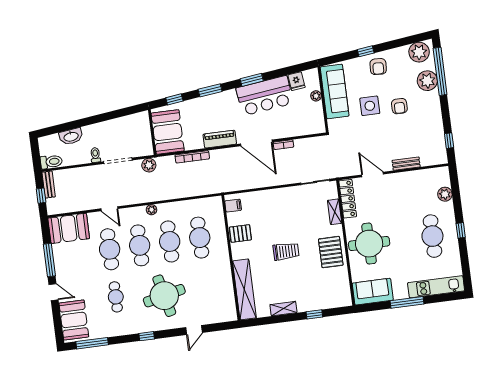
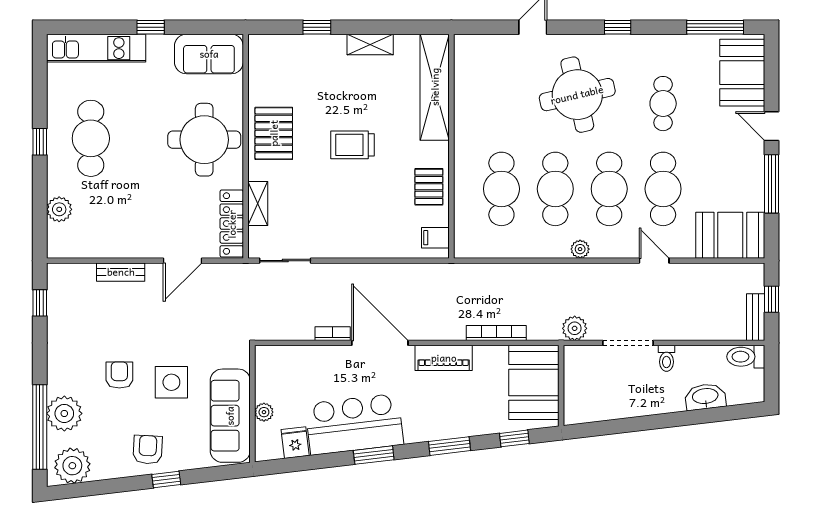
door: (372, 175) -> (182, 261), hinge flipped
pallet: (240, 233) -> (429, 187), turned 90
window: (407, 302) -> (151, 27), width x0.46

